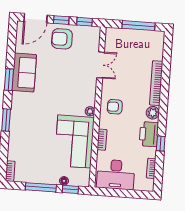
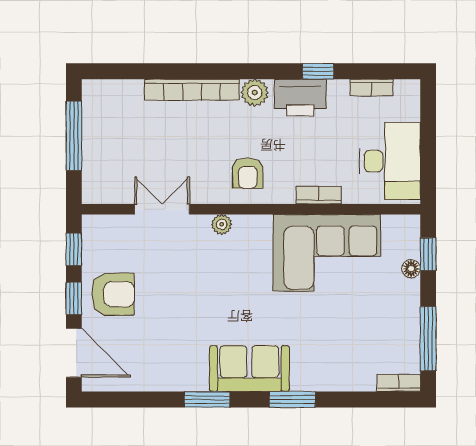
armchair: (62, 39) -> (113, 294), turned -90
sofa: (24, 73) -> (249, 369), moved
plant: (90, 111) -> (222, 224), moved
window: (41, 187) -> (428, 339), moved

